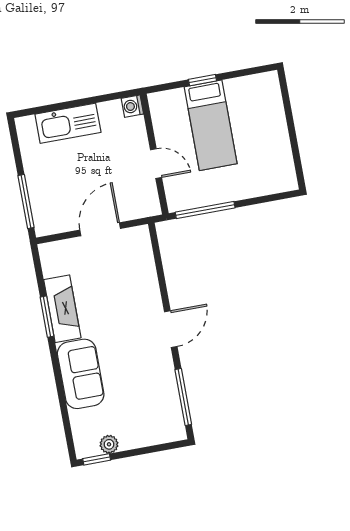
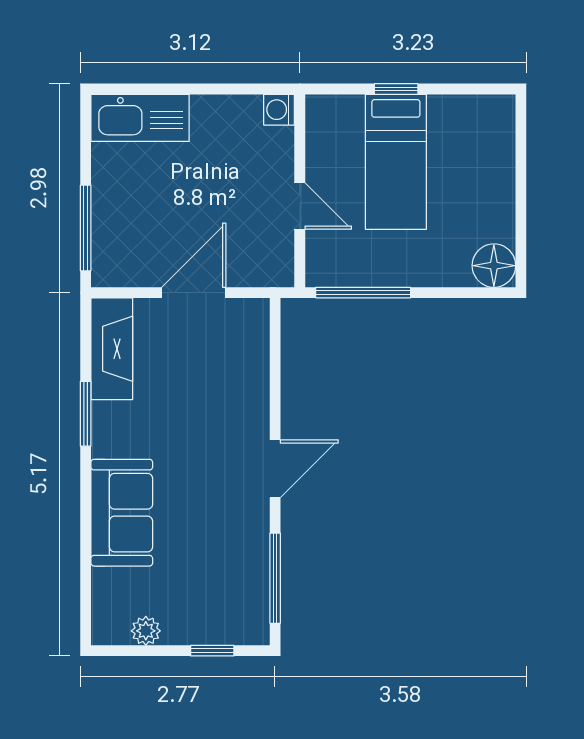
kitchen sink: (68, 123) -> (140, 118), moved
floor lamp: (283, 178) -> (494, 266), added
fireplace: (62, 309) -> (112, 349), moved
window: (97, 459) -> (212, 651), moved

